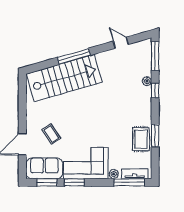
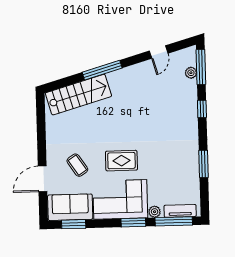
door: (121, 43) -> (159, 52), swing flipped
stairs: (64, 78) -> (78, 95), width x0.73, depth x0.66
plant: (147, 81) -> (191, 73), moved
rug: (141, 139) -> (121, 161), moved, turned 90
window: (74, 182) -> (133, 222), moved

